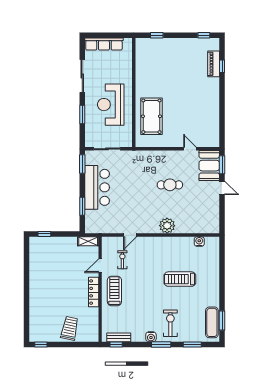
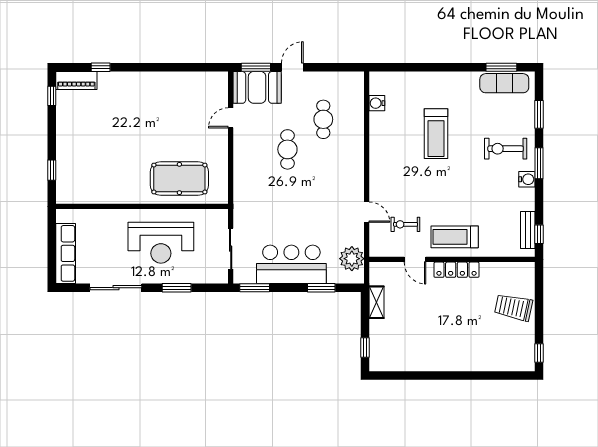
piano: (214, 64) -> (76, 81), moved
cafe table: (189, 208) -> (323, 119), added
plant: (167, 226) -> (352, 259), moved
shelving: (88, 241) -> (376, 302), moved

